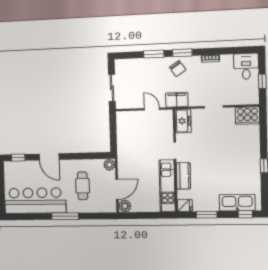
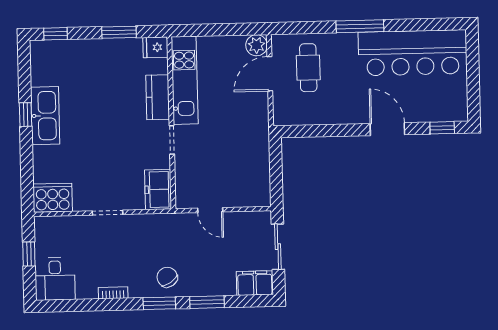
filing cabinet: (177, 100) -> (255, 283), moved, turned 180
plant: (109, 165) -> (283, 116), removed
cafe table: (83, 186) -> (308, 68), moved
kitchen sink: (237, 203) -> (45, 116), moved, turned -90

